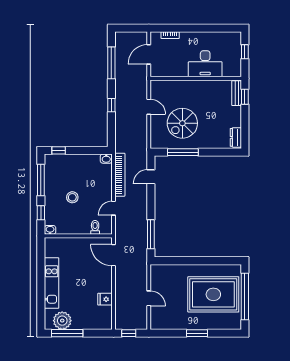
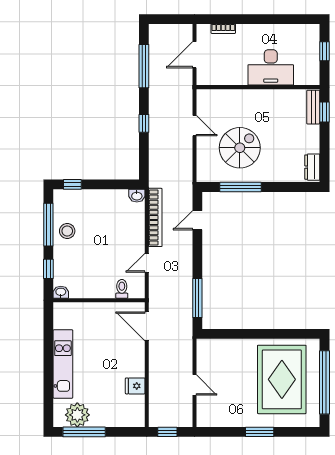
spiral stairs: (182, 123) -> (240, 148), turned 180
stool: (72, 197) -> (67, 231), moved
rug: (213, 294) -> (282, 379), turned 90

